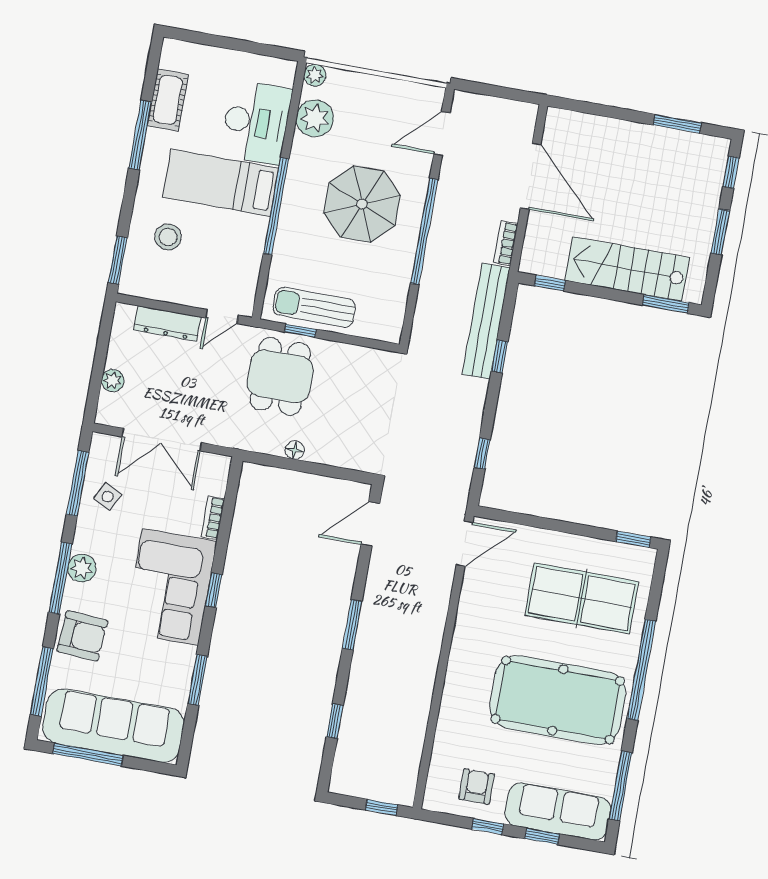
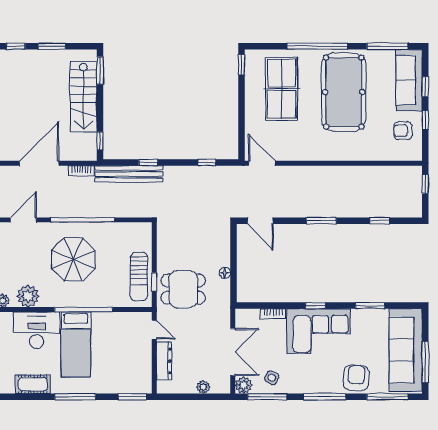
door: (442, 133) -> (23, 220), swing flipped
window: (140, 135) -> (75, 397), moved
stool: (168, 237) -> (113, 370), removed
plant: (82, 568) -> (243, 385), moved

